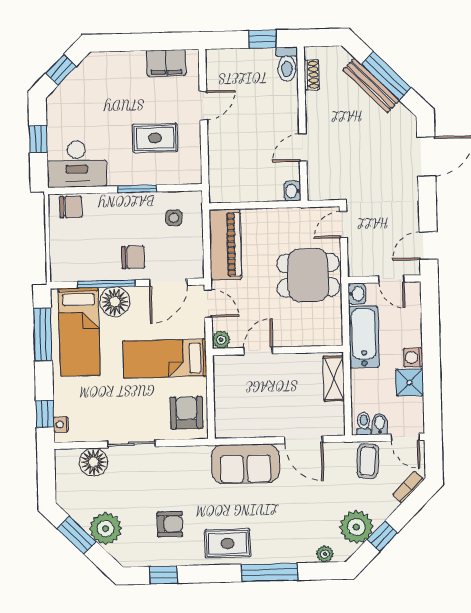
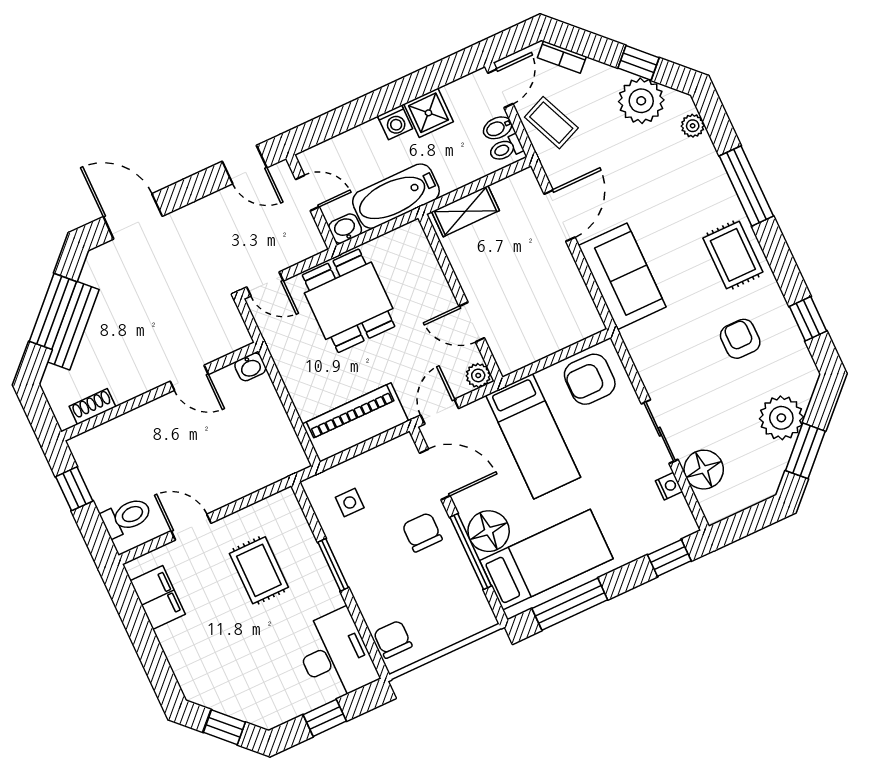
toilet: (287, 64) -> (126, 517), moved
door: (391, 279) -> (307, 193), hinge flipped
nightstand: (61, 424) -> (669, 486), moved, turned -90
coffee table: (368, 461) -> (551, 123), turned 62

